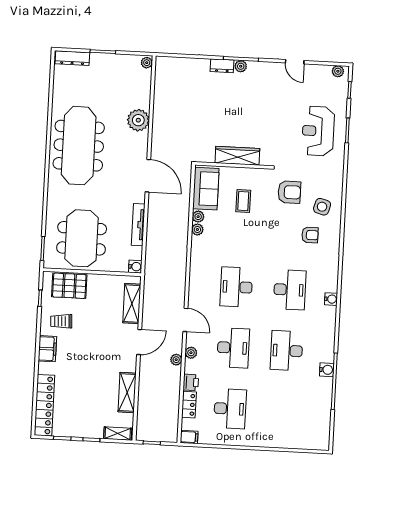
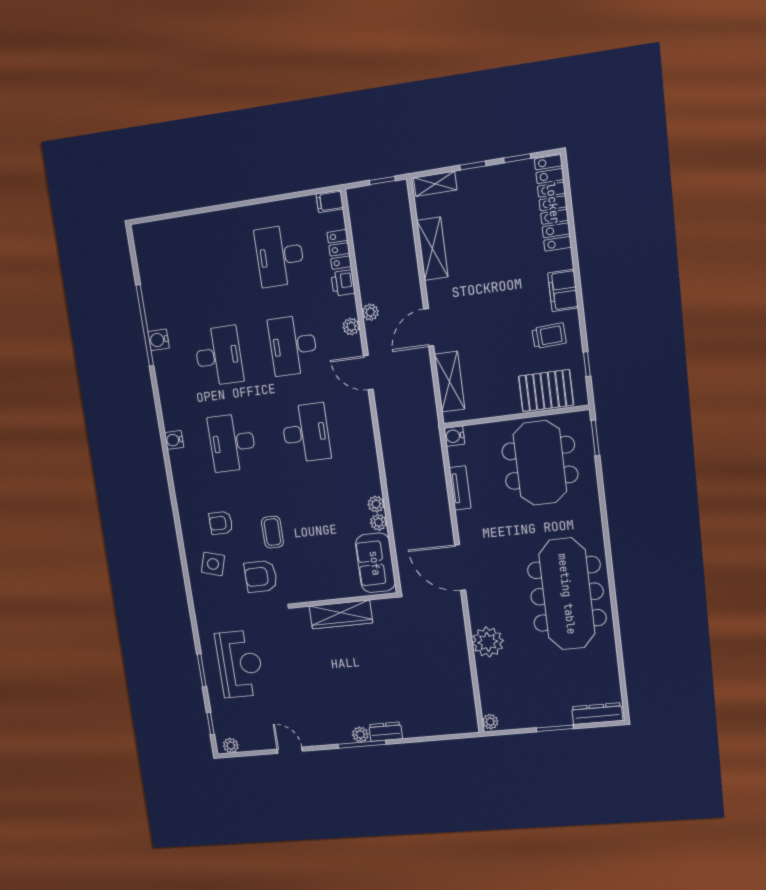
coffee table: (243, 201) -> (272, 532), moved
tv unit: (138, 225) -> (460, 488), width x0.71

